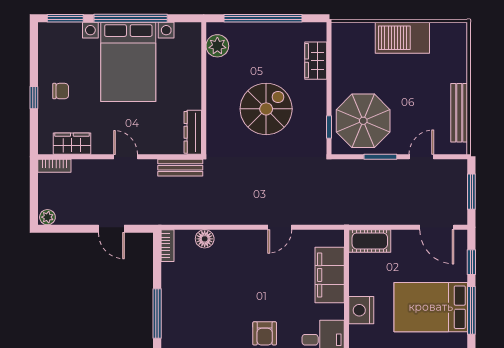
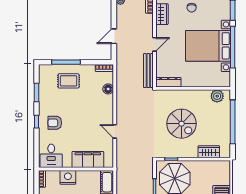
bench: (180, 168) -> (148, 71), width x1.36
rug: (190, 309) -> (69, 81), added

